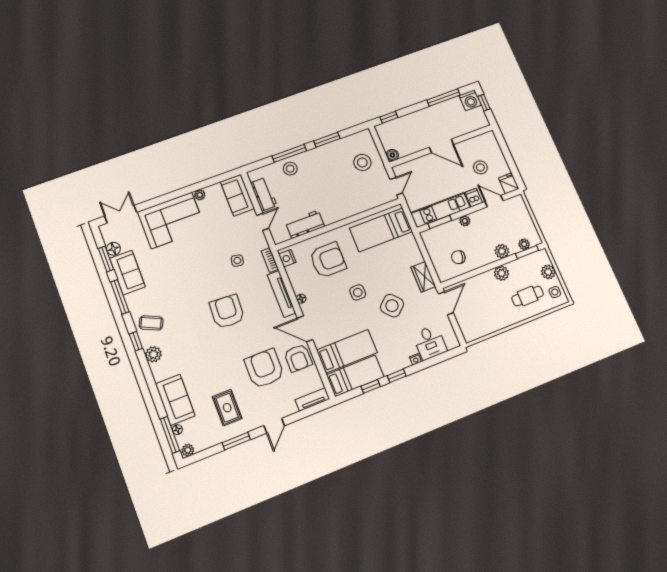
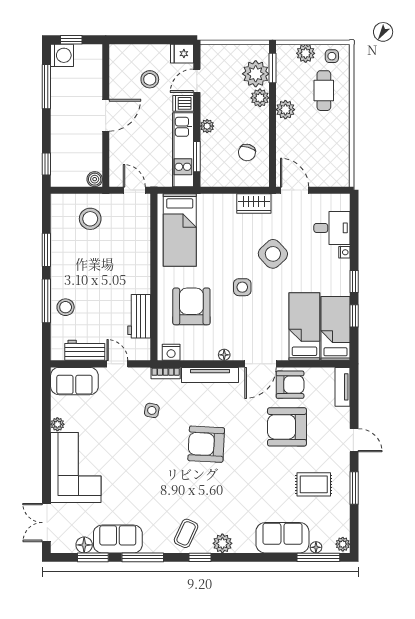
plant: (524, 244) -> (256, 74), width x1.87, depth x1.87

